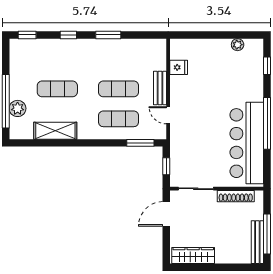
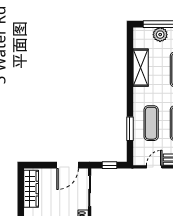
window: (140, 143) -> (130, 129), moved
door: (166, 214) -> (68, 165), swing flipped

